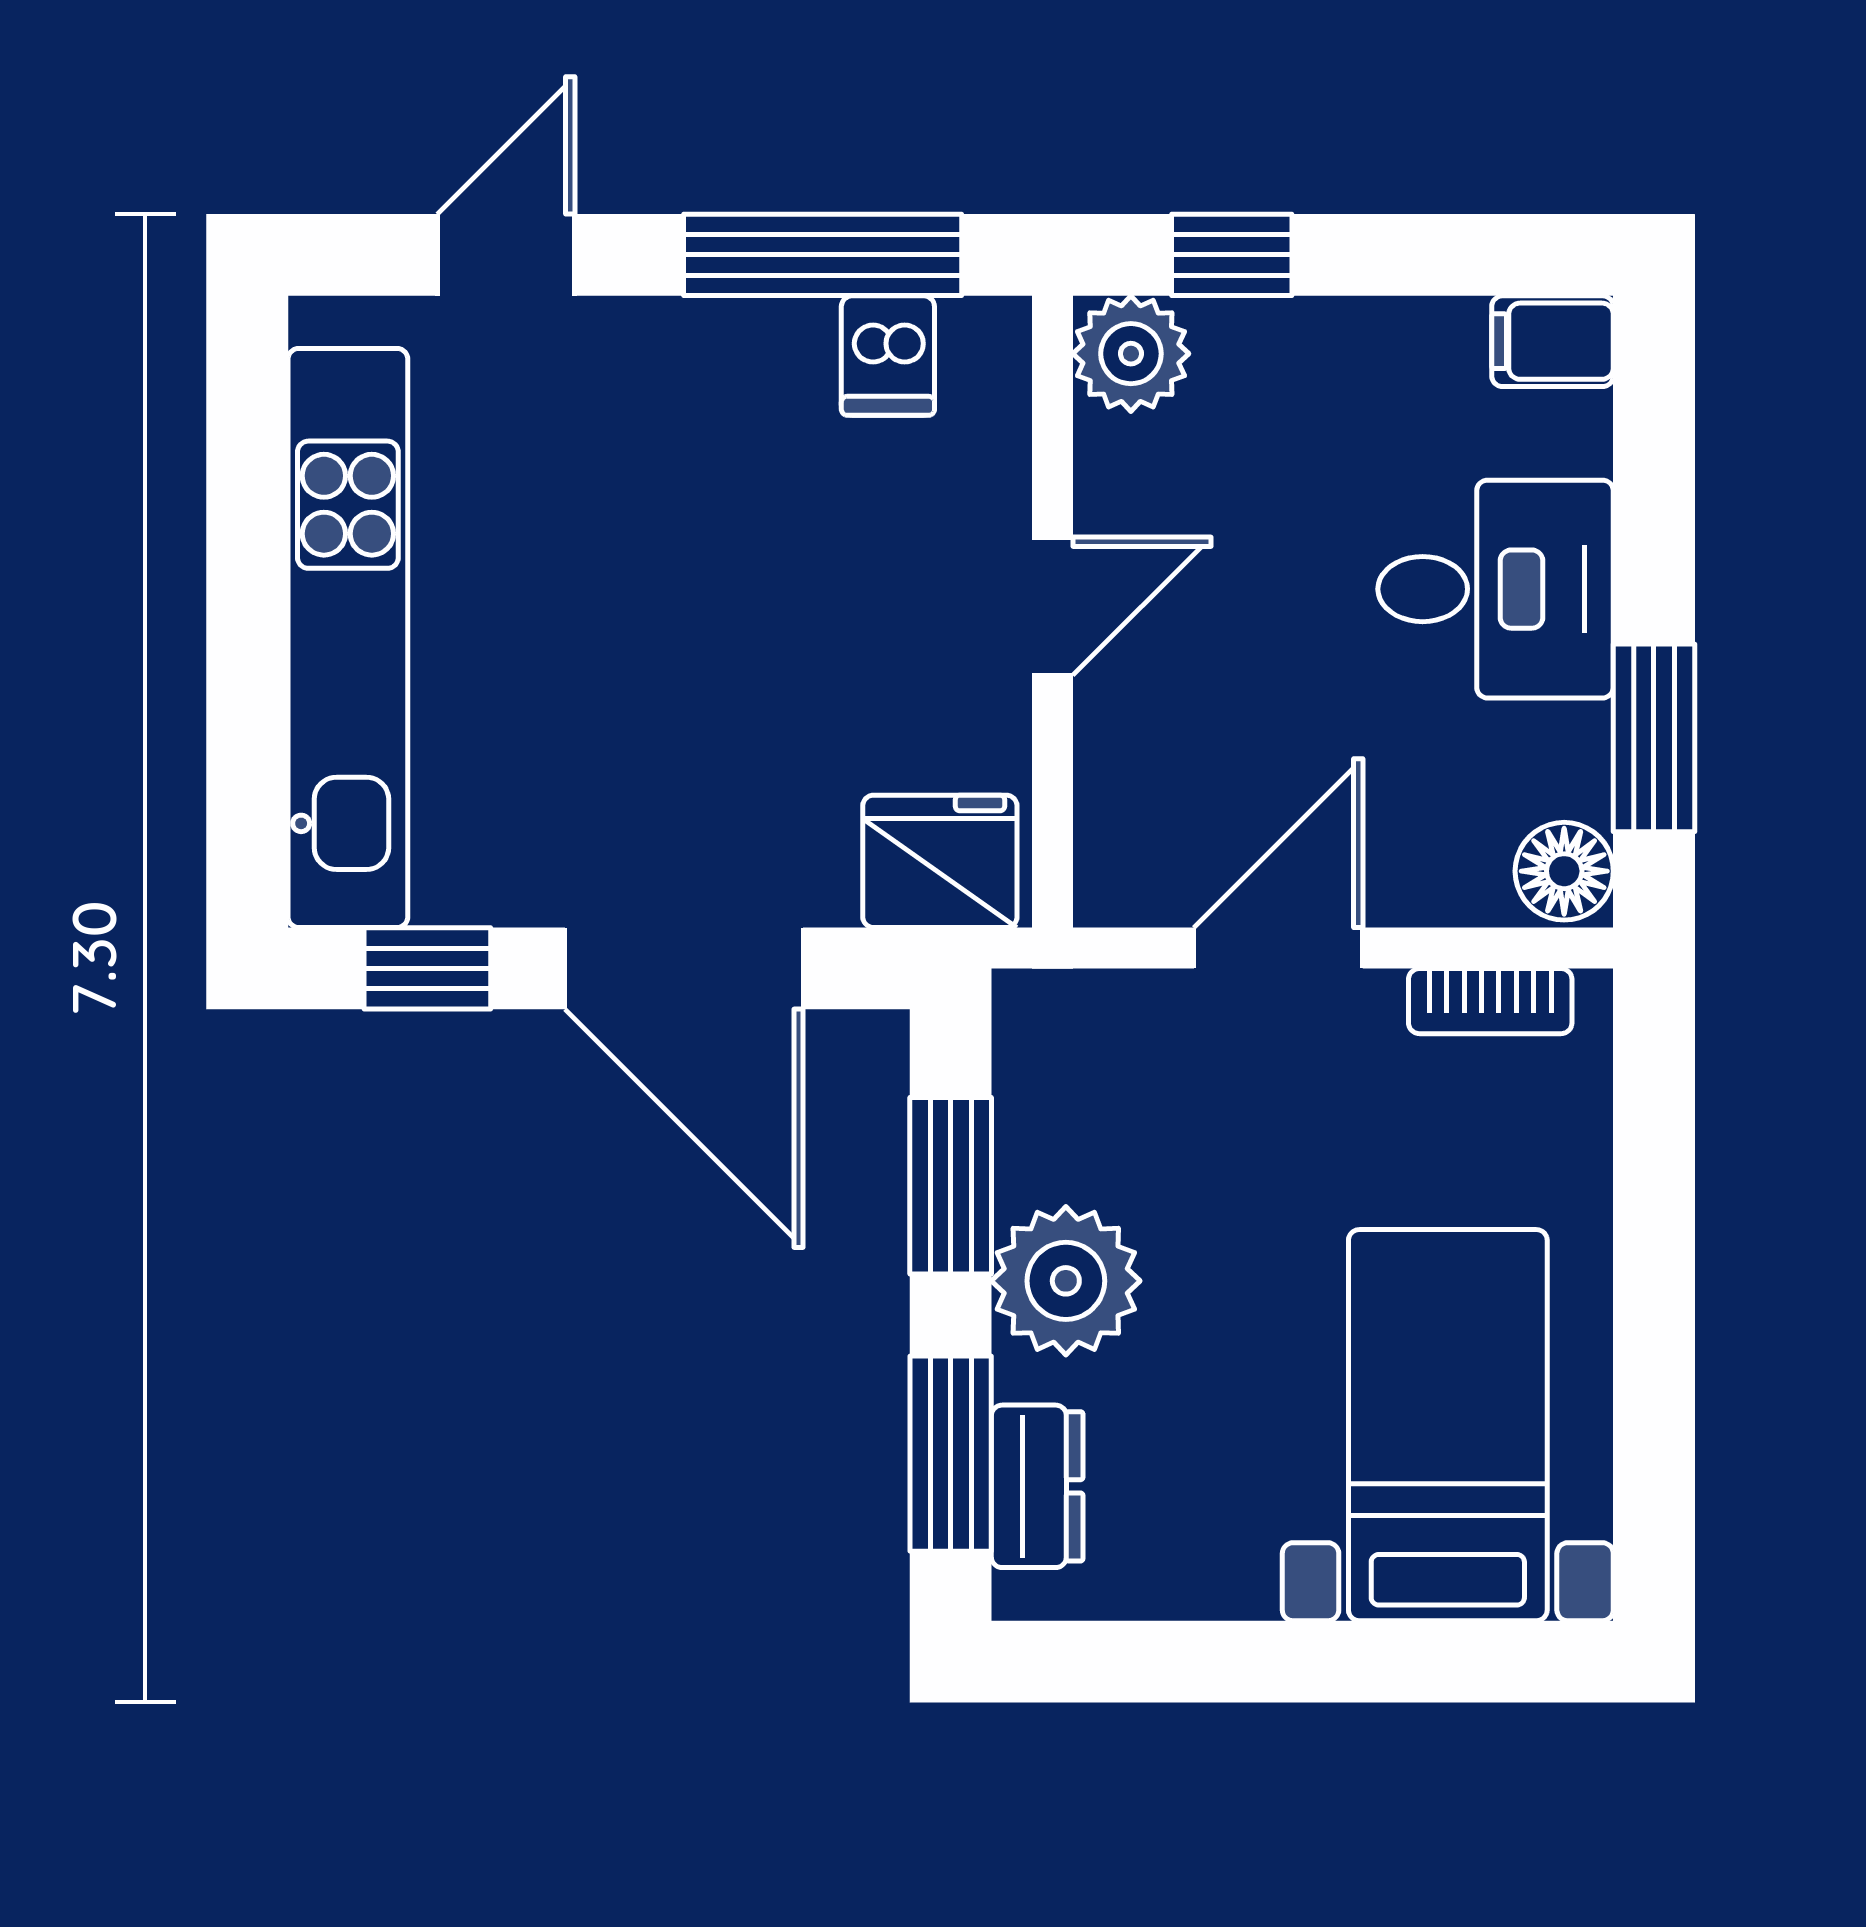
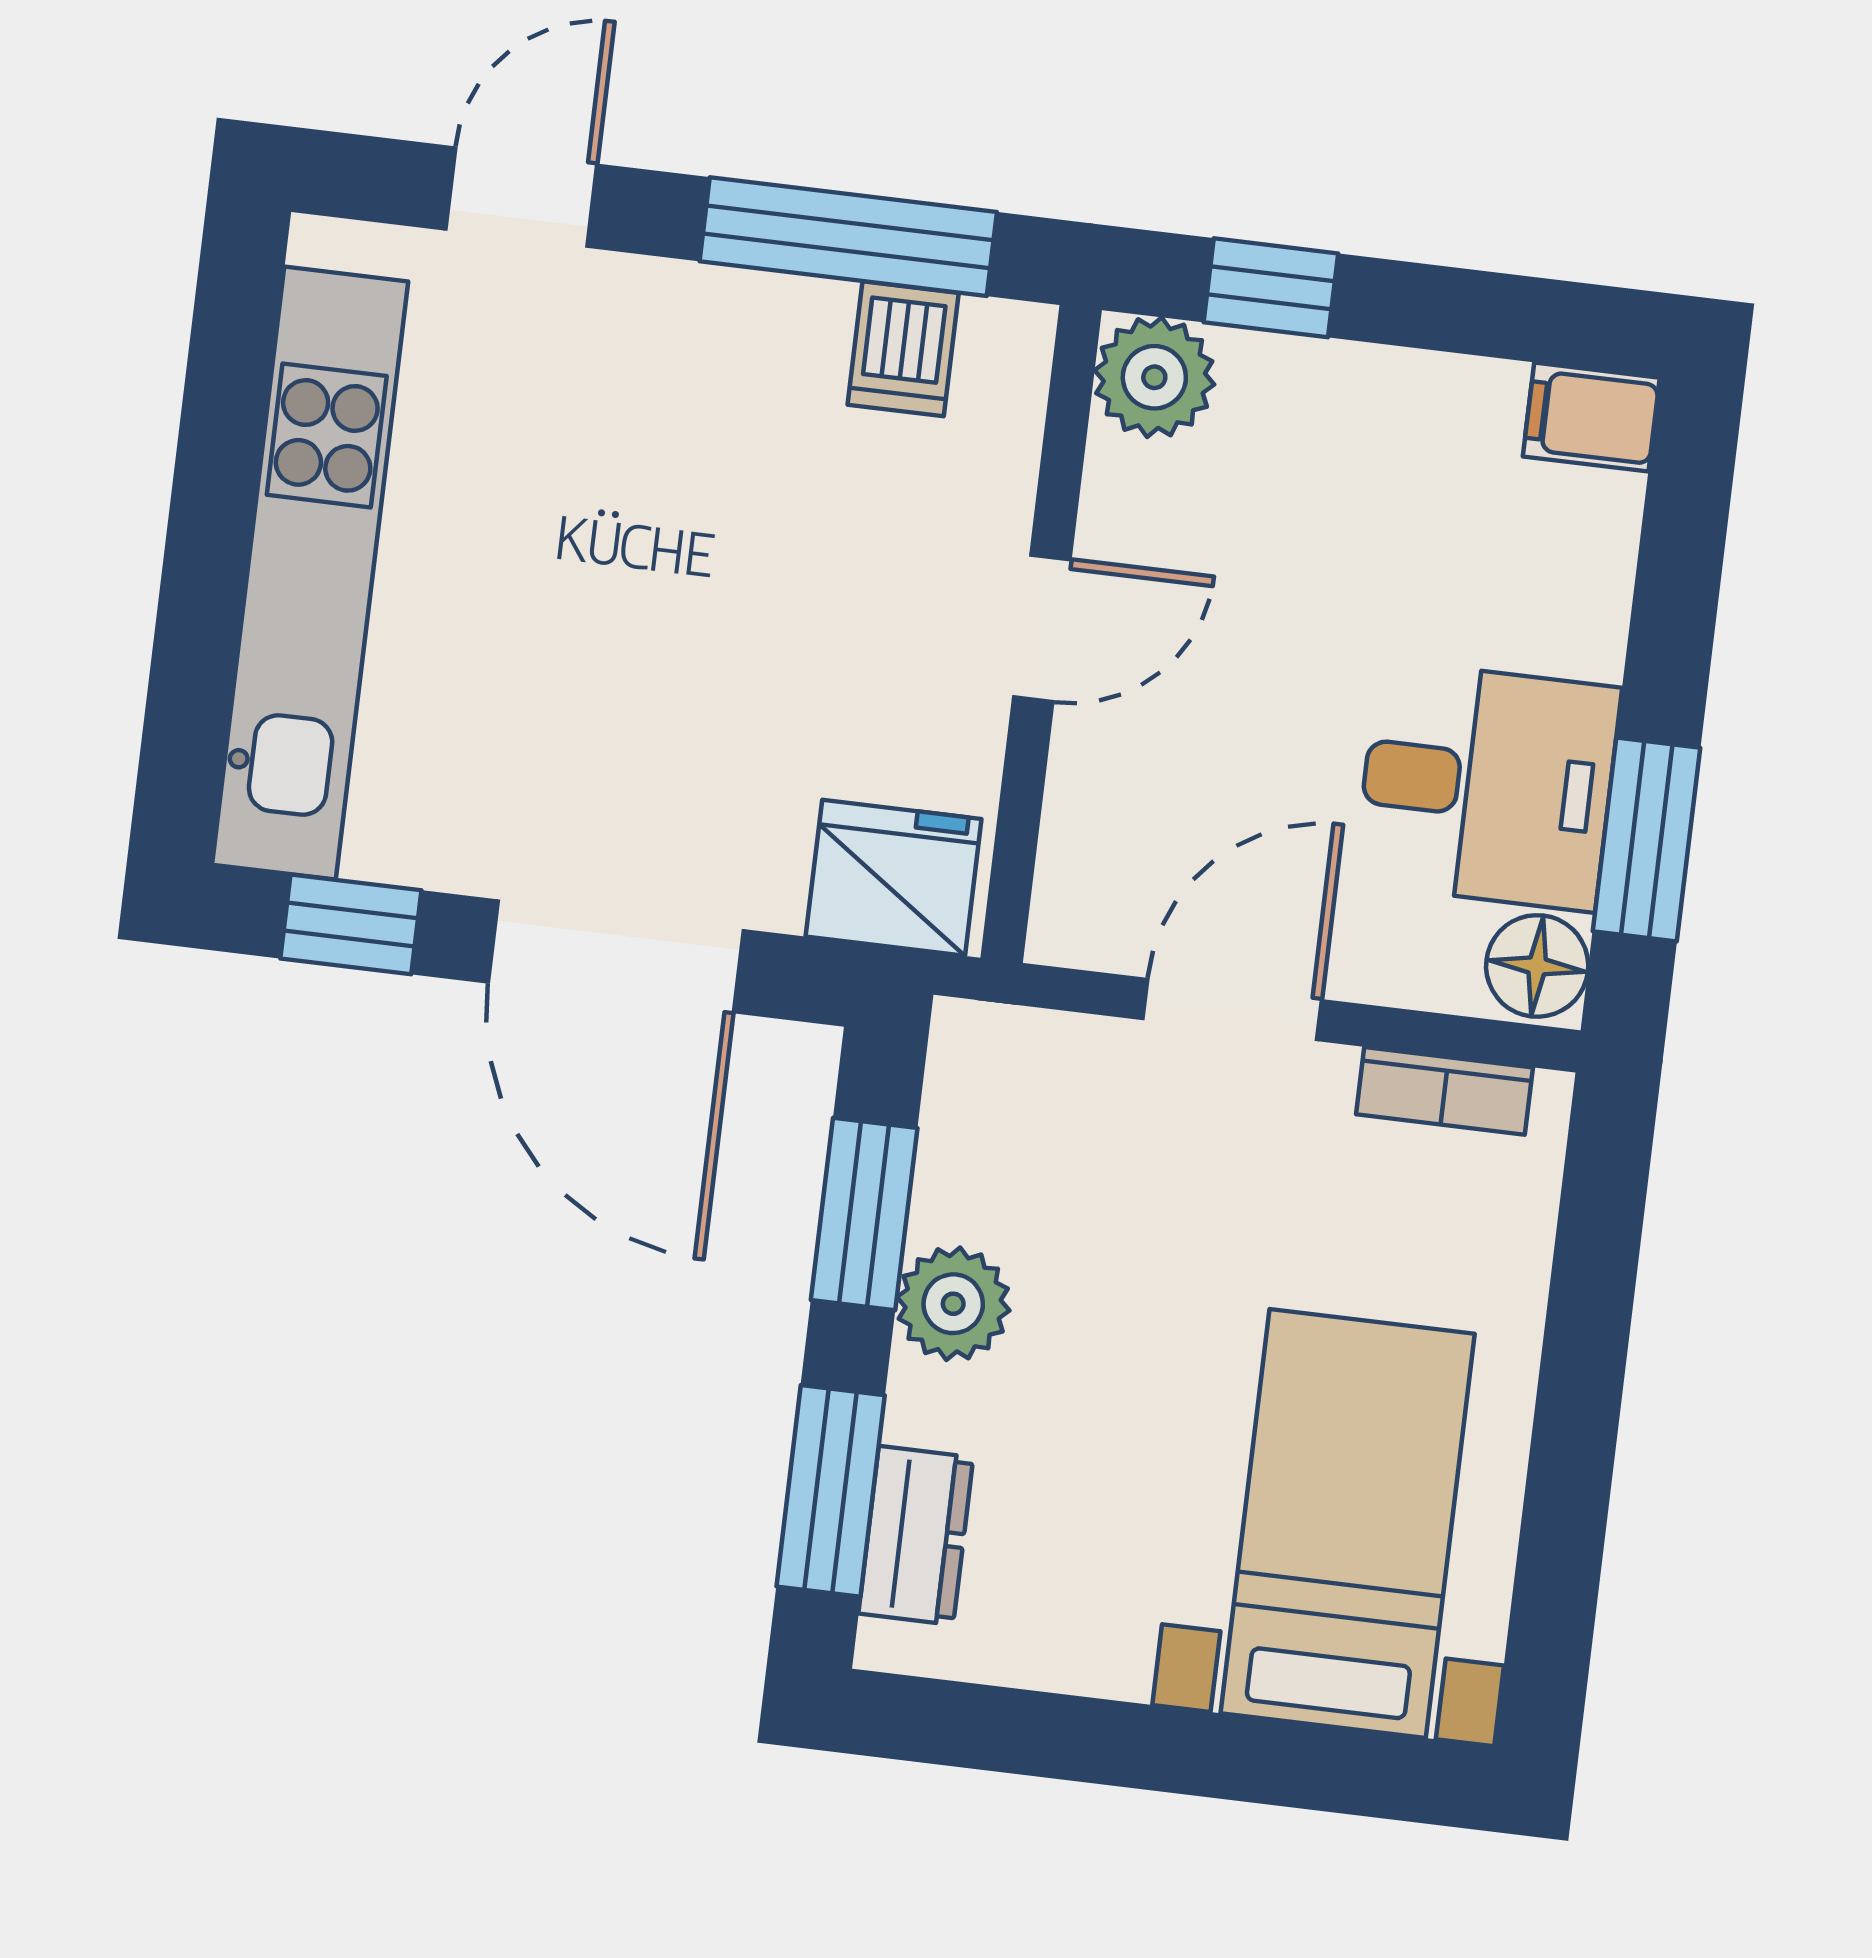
desk: (1496, 589) -> (1487, 786), moved
plant: (1066, 1281) -> (953, 1304), width x0.73, depth x0.73

